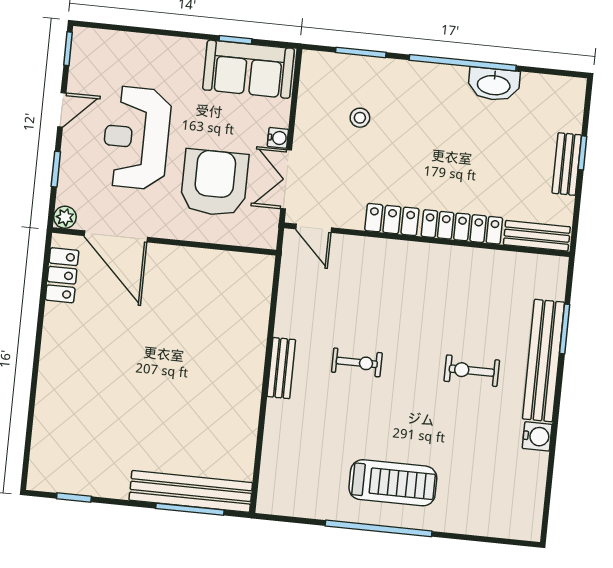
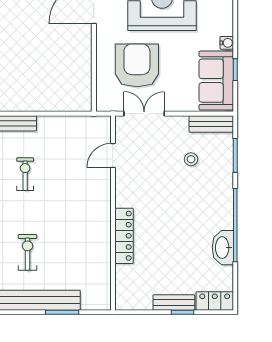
water cooler: (278, 138) -> (227, 43), moved, turned -90
armchair: (214, 183) -> (137, 65), turned -90
locker: (392, 220) -> (215, 301), moved, turned -90
door: (314, 228) -> (113, 156), moved
bench: (537, 236) -> (211, 124), moved, turned 90
exercise bike: (357, 362) -> (25, 174), turned 180

